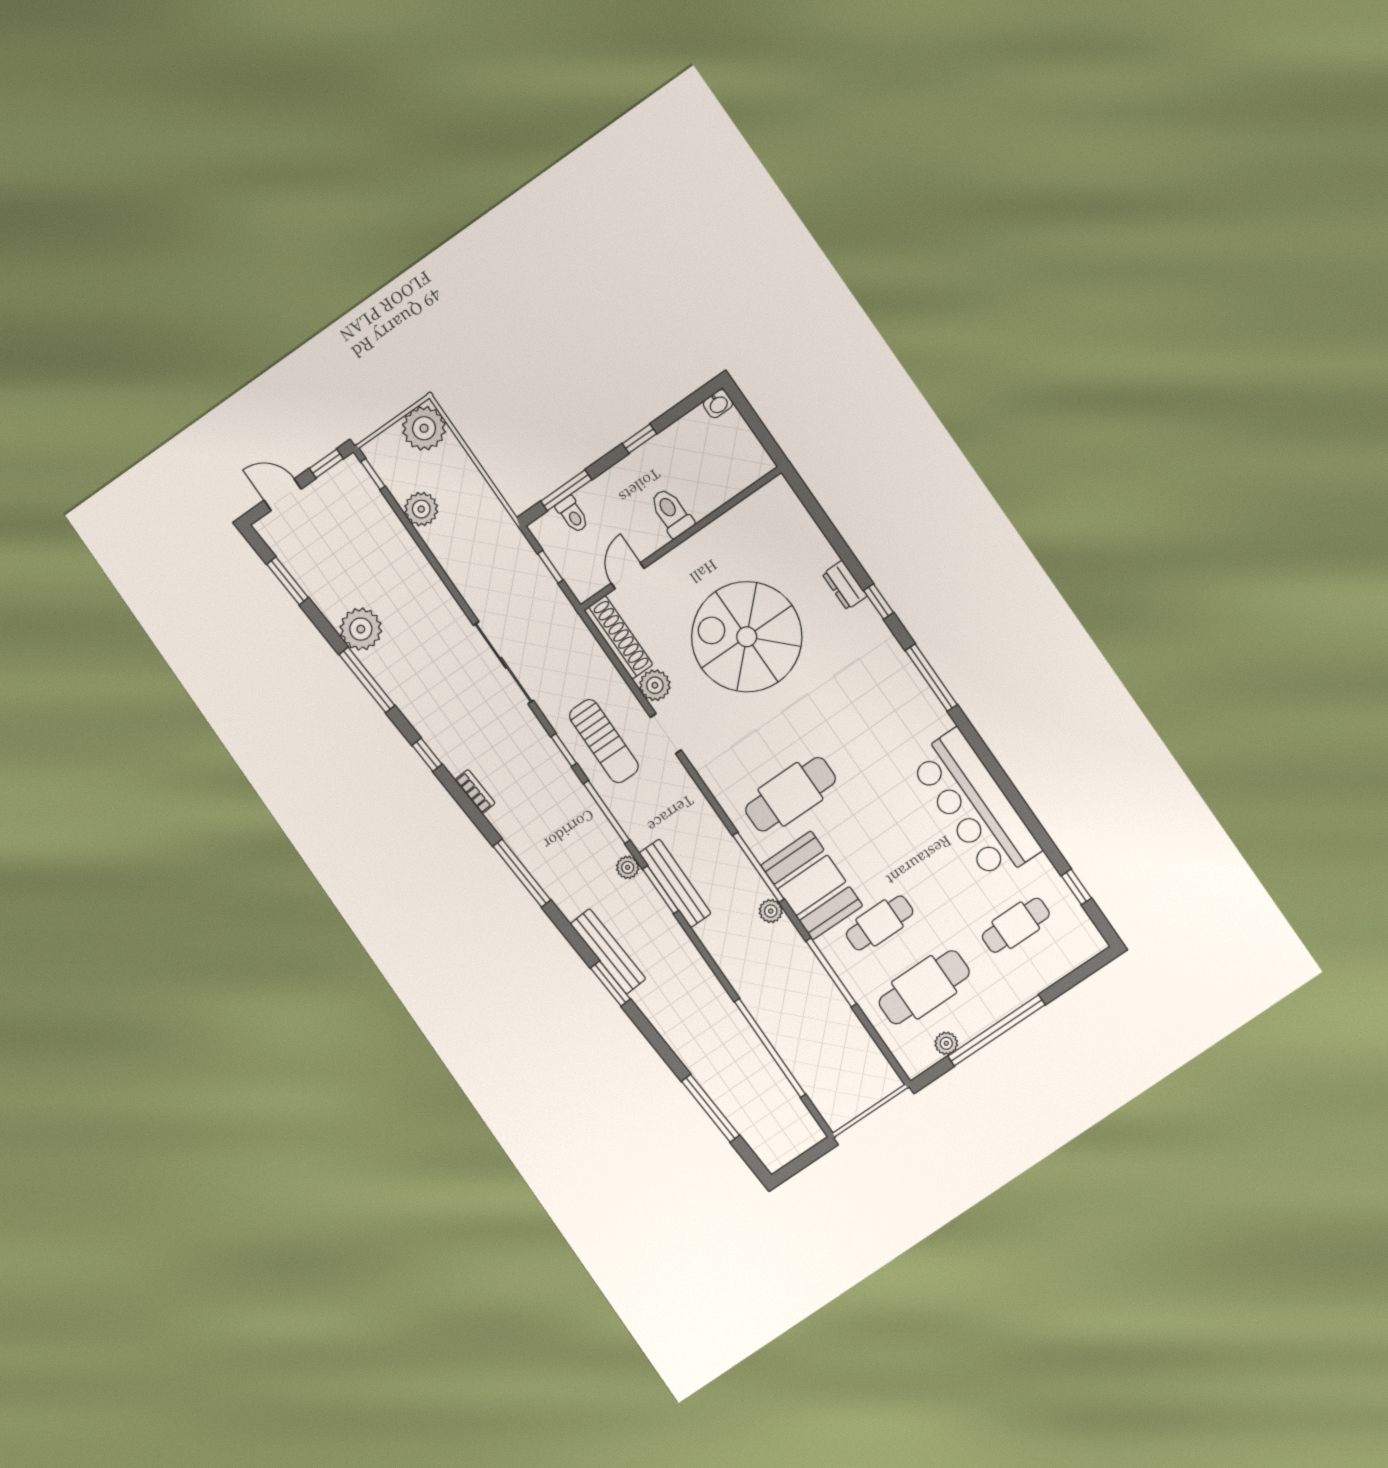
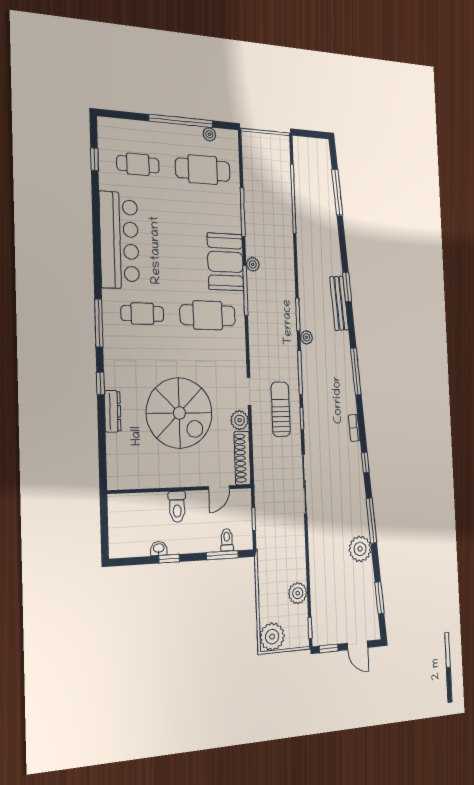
washbasin: (718, 404) -> (159, 548), moved
dresser: (845, 585) -> (113, 411), width x1.44
bench: (675, 883) -> (289, 313), removed
cafe table: (880, 923) -> (142, 314), moved

